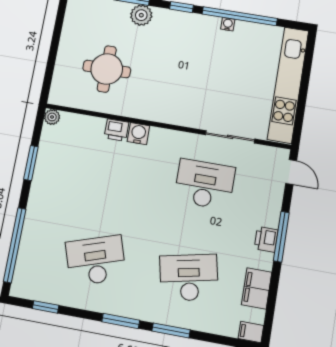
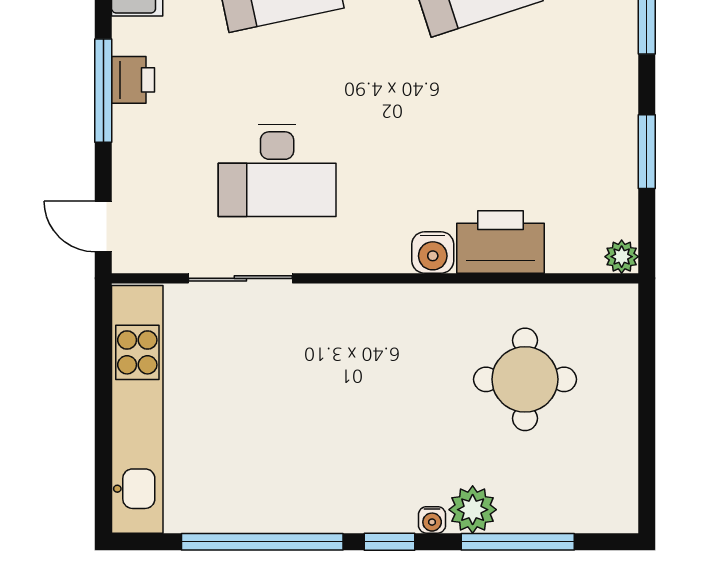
water cooler: (228, 24) -> (432, 520), moved
printer: (116, 130) -> (500, 242), width x1.87, depth x1.48

